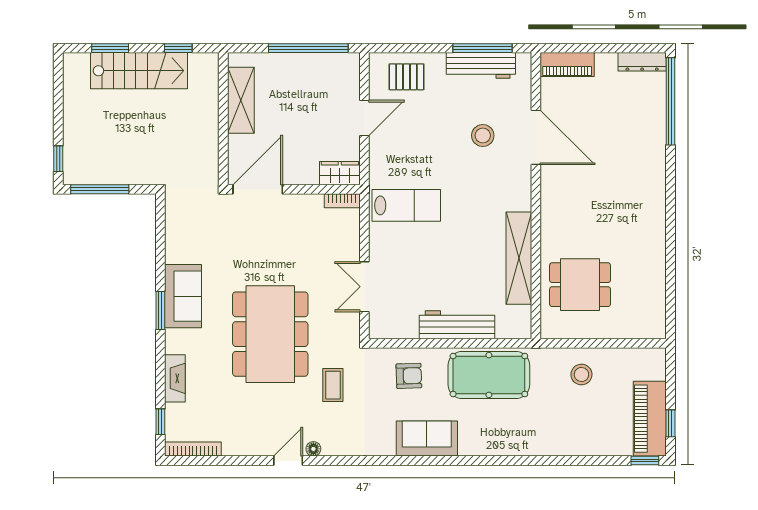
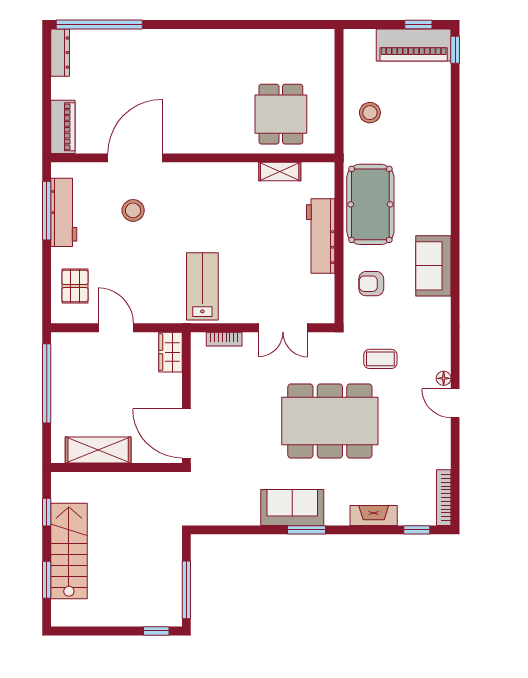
bookcase: (342, 201) -> (224, 339), moved, turned 90
shelving: (519, 258) -> (280, 172), width x0.45, depth x0.75
armchair: (409, 376) -> (371, 284), turned -88

